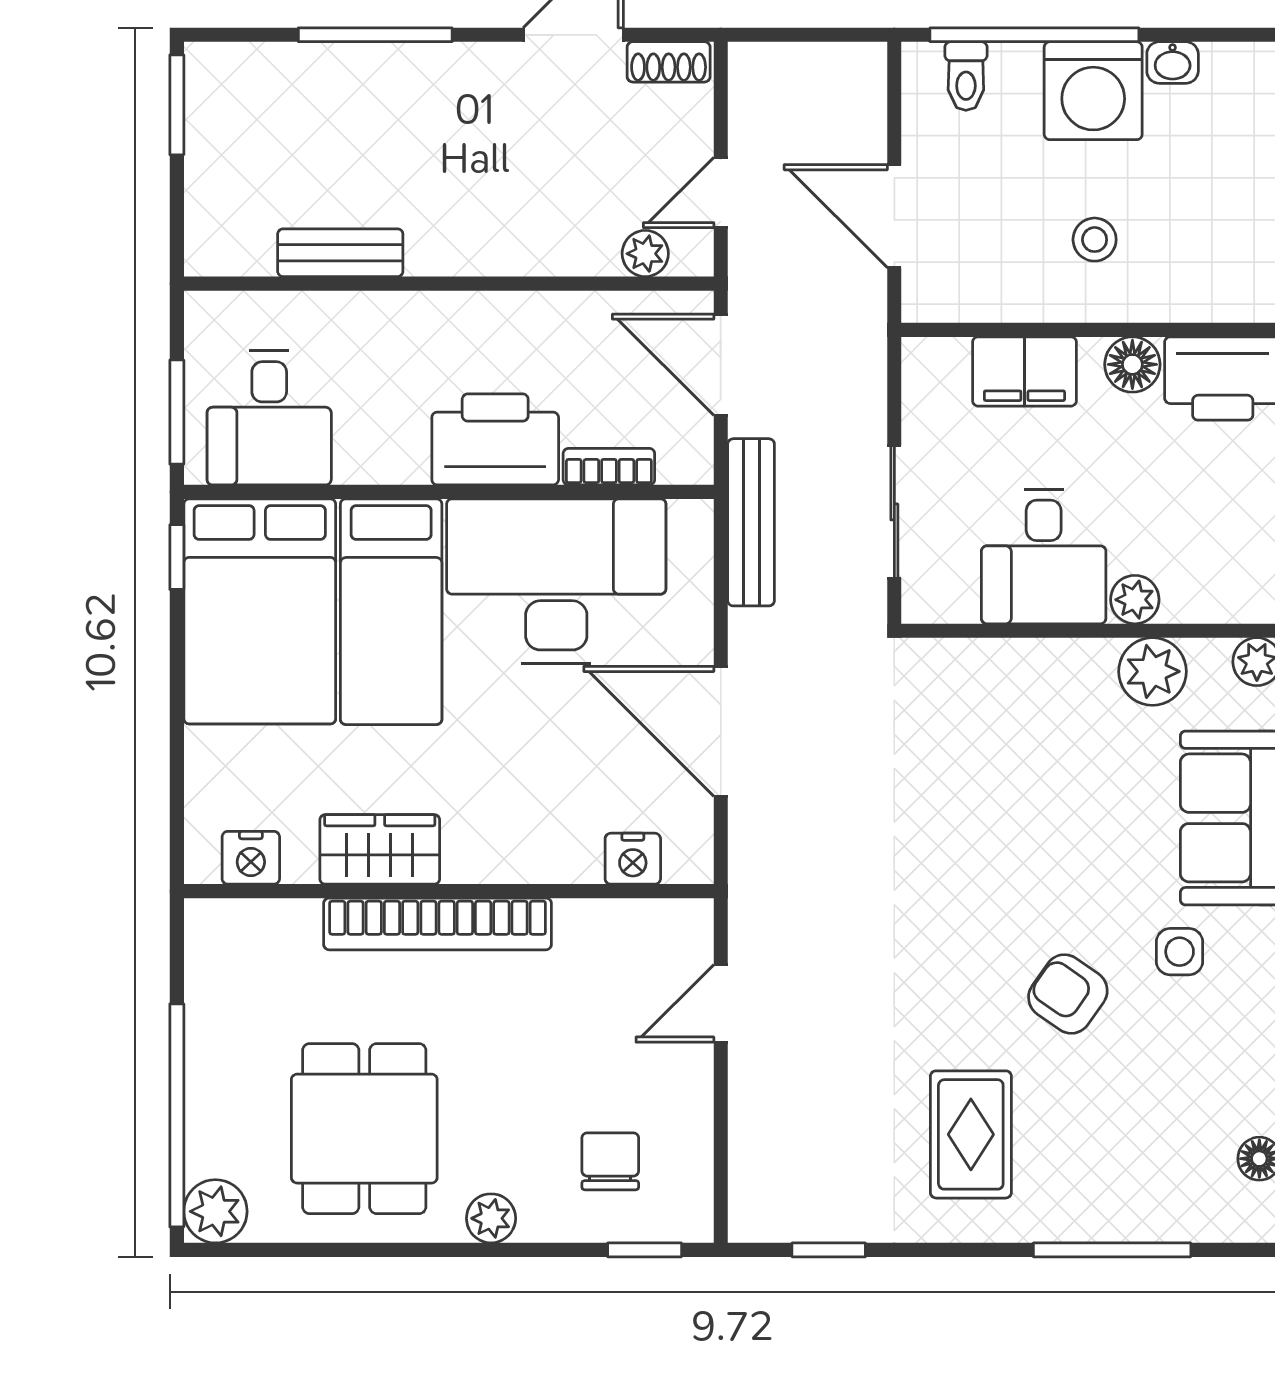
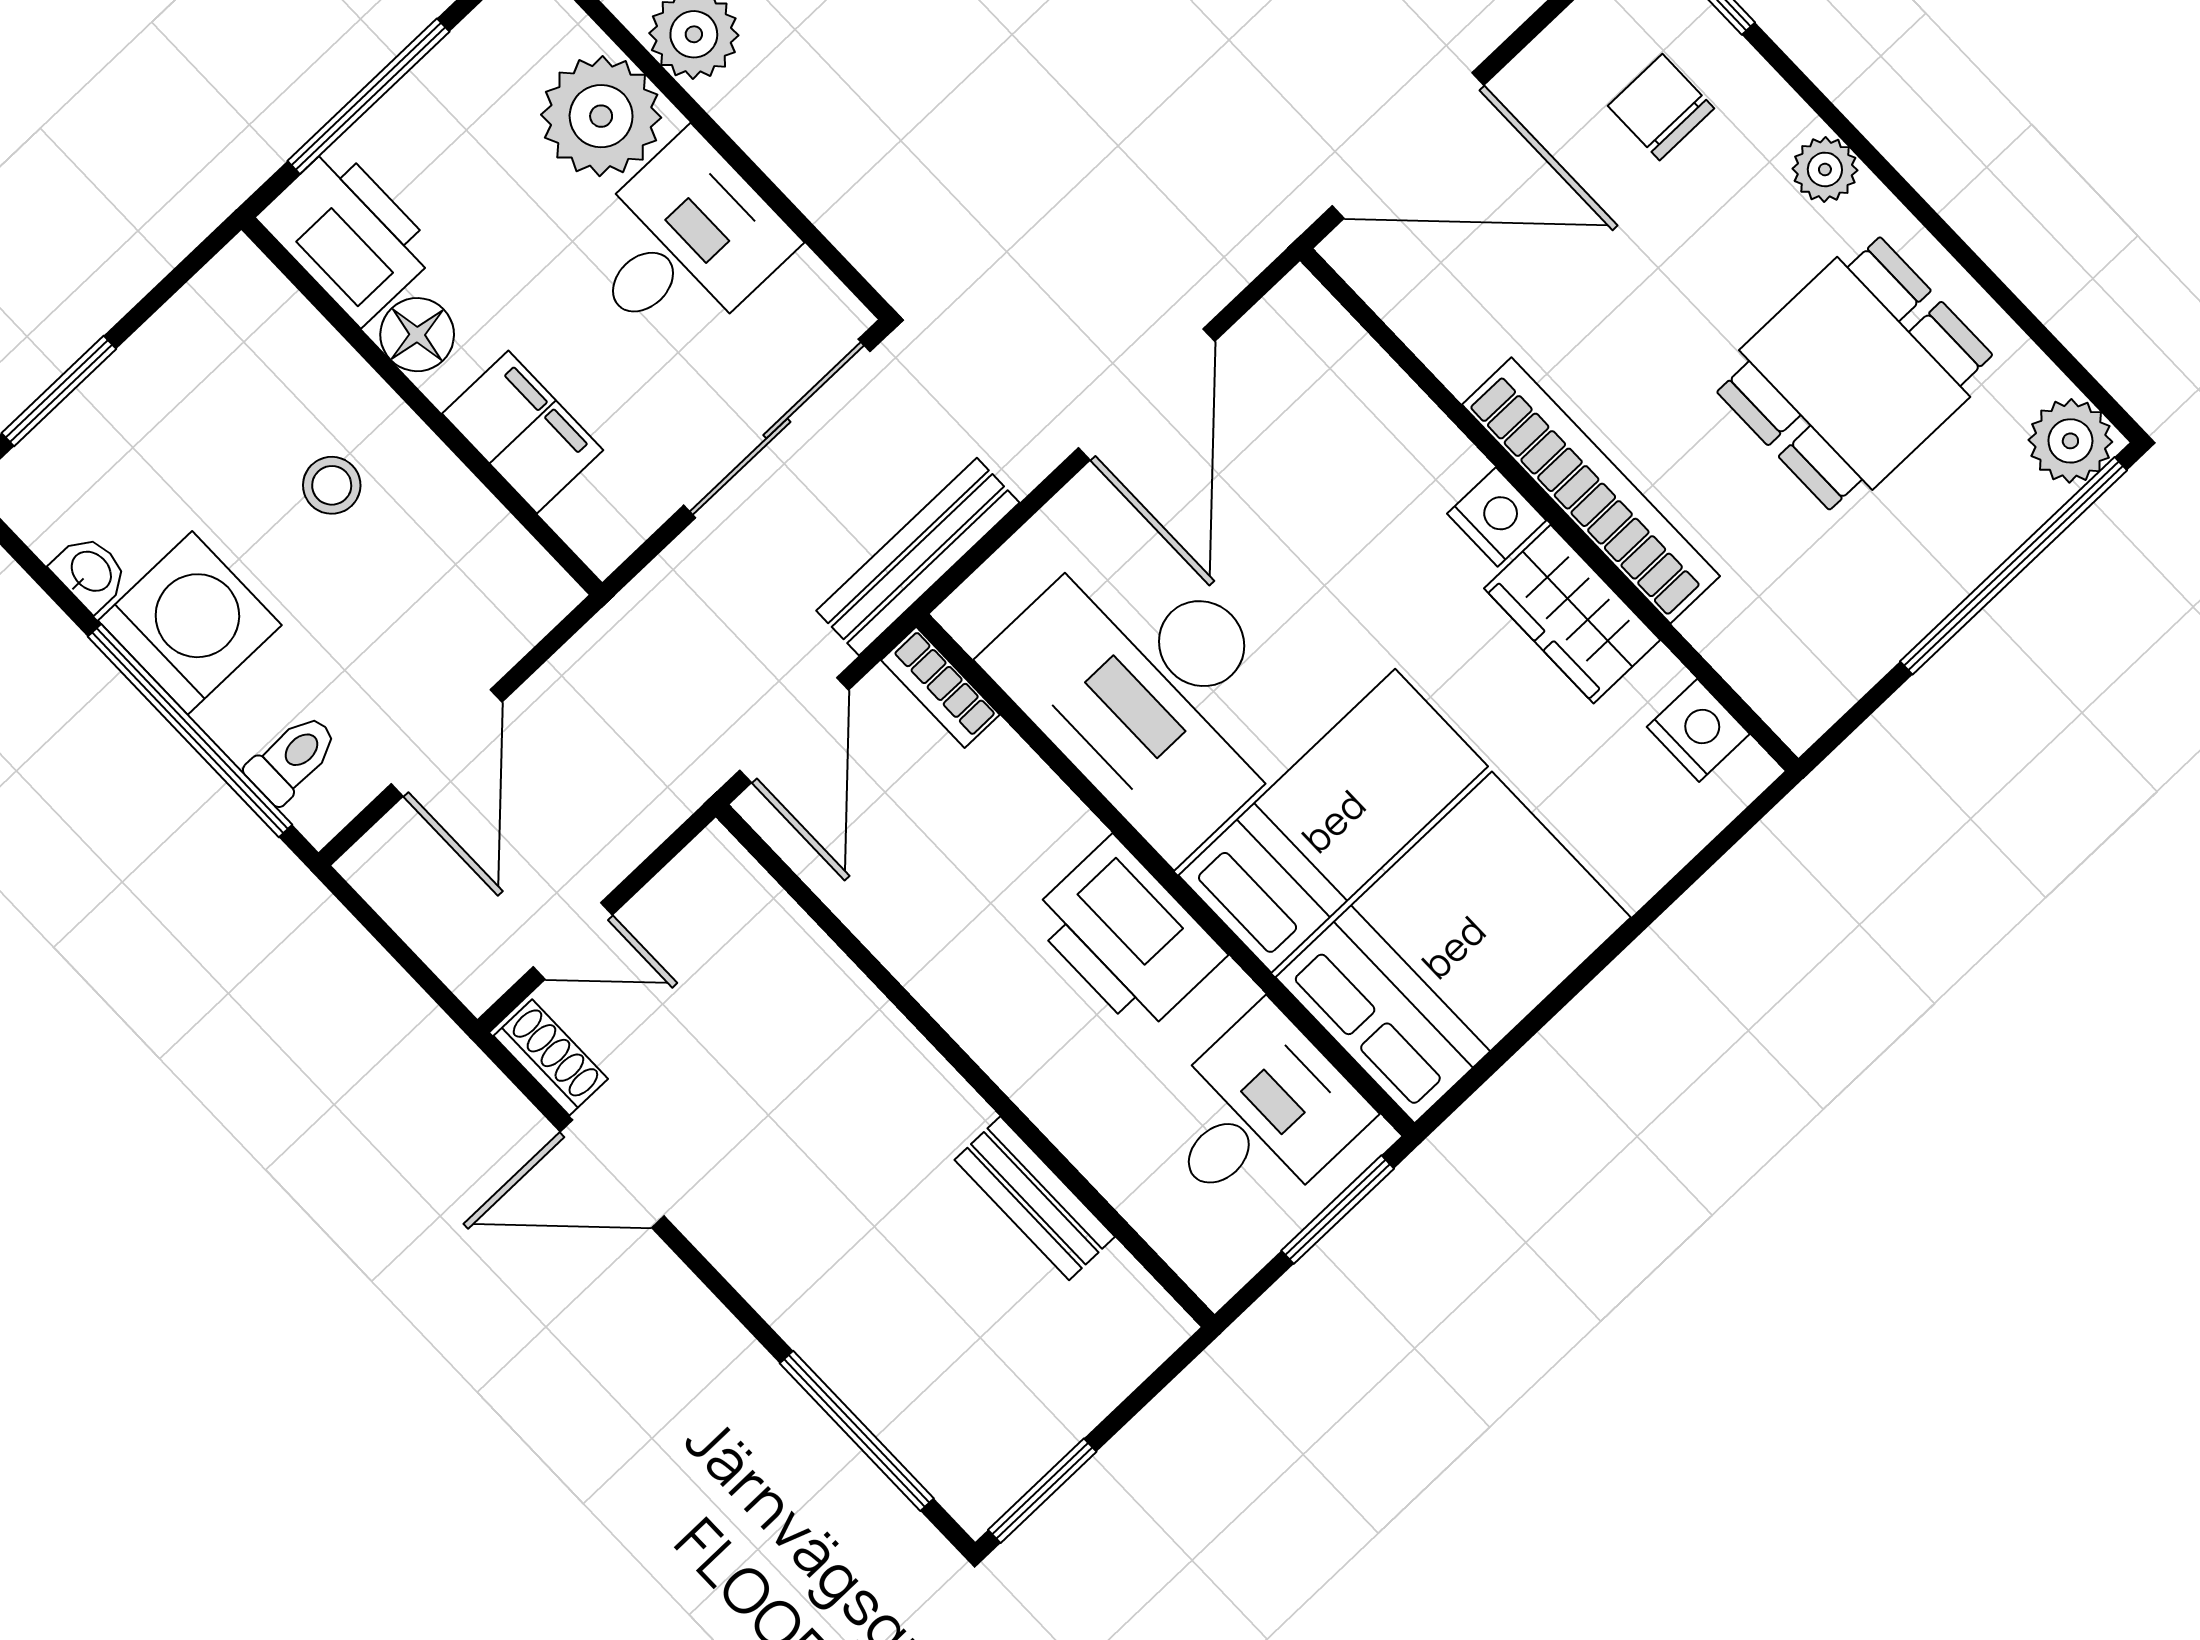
window: (375, 35) -> (857, 1431), moved
door: (721, 193) -> (573, 941), moved
door: (894, 216) -> (447, 743), moved
plant: (645, 254) -> (756, 904), removed
printer: (495, 439) -> (1127, 936), moved
bookcase: (609, 467) -> (940, 687), moved
sliding door: (894, 512) -> (777, 428), width x1.37
window: (177, 557) -> (1477, 1077), removed
plant: (1135, 600) -> (601, 116), width x1.88, depth x1.88
nightstand: (633, 859) -> (1497, 517), moved
door: (721, 1003) -> (1408, 146), width x1.88
chair: (610, 1161) -> (1661, 107), turned 90

